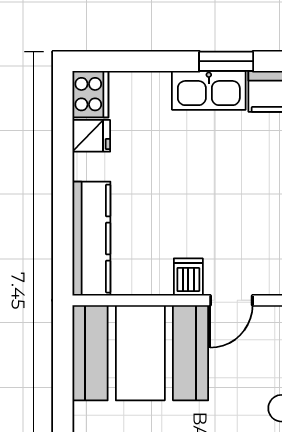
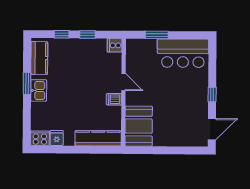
kitchen sink: (209, 90) -> (39, 90), width x0.73
booth: (140, 353) -> (139, 126), width x0.73, depth x0.70

